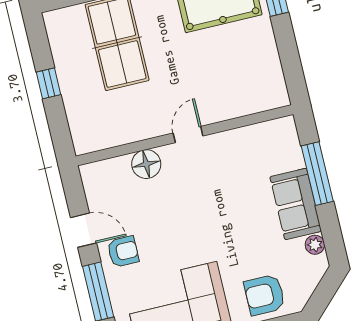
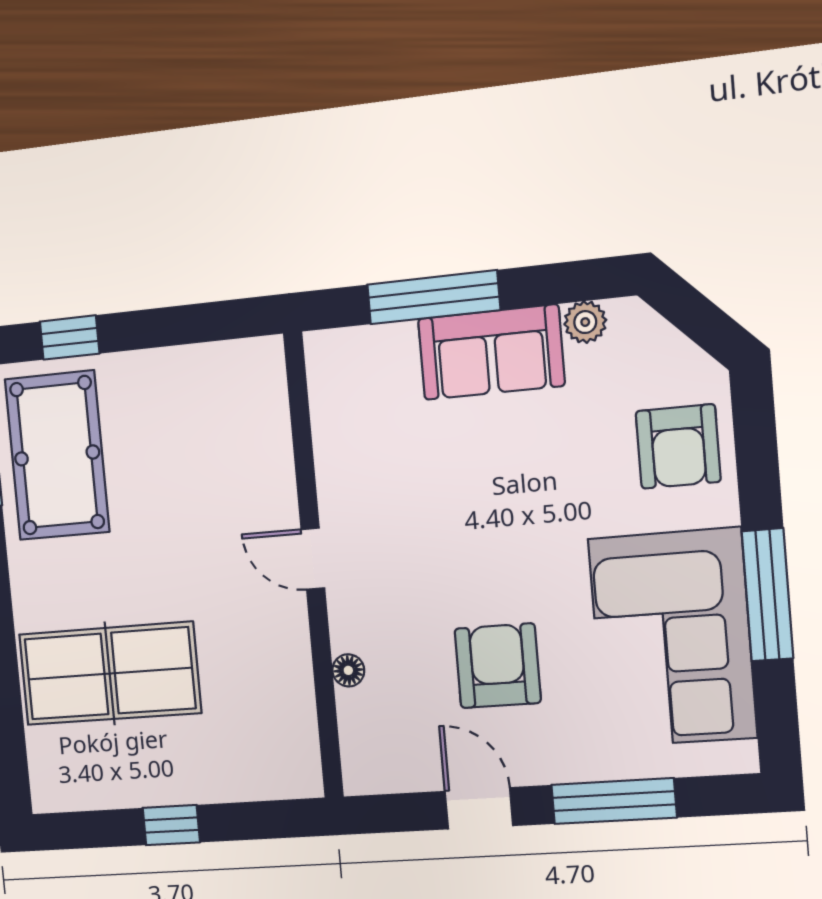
floor lamp: (146, 164) -> (348, 670), width x0.53, depth x0.53
door: (83, 230) -> (479, 808), hinge flipped
armchair: (123, 252) -> (498, 666), moved, width x1.38, depth x1.38

